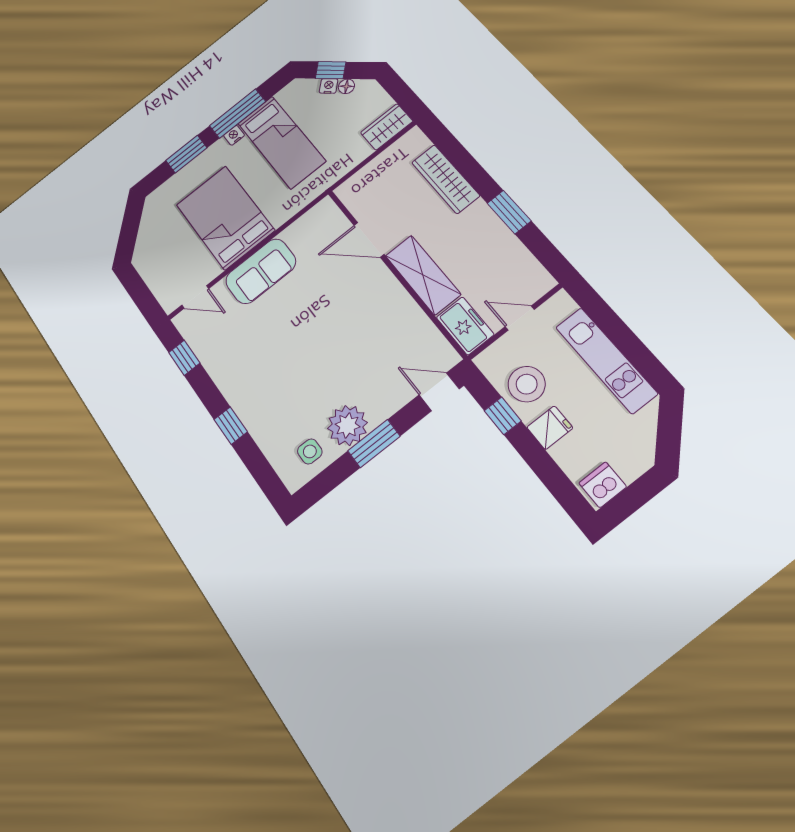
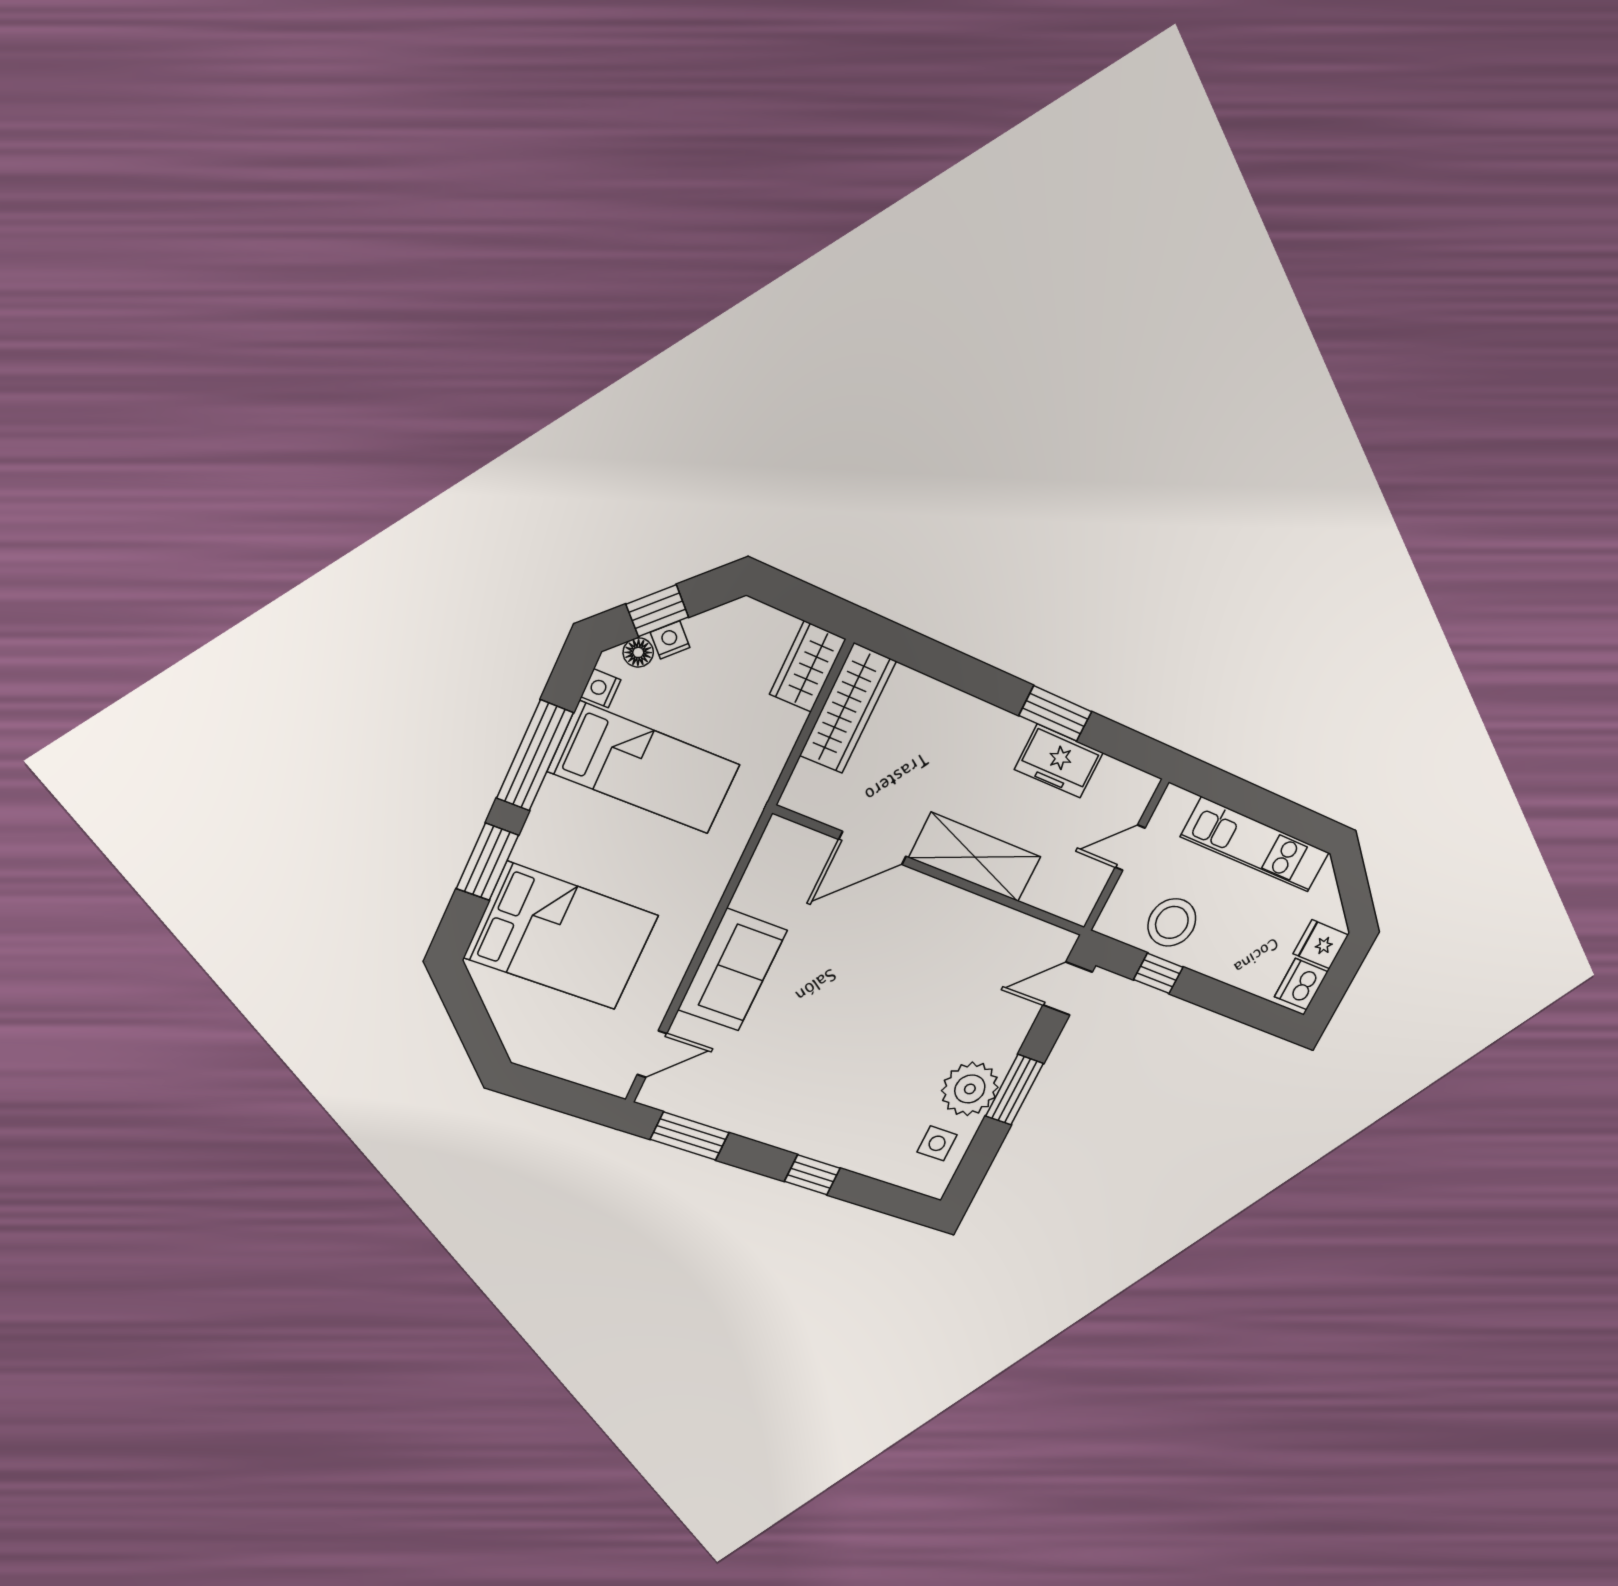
floor lamp: (346, 86) -> (638, 652), moved
nightstand: (234, 135) -> (601, 688), moved
wardrobe: (446, 179) -> (848, 708), moved, turned -90
bed: (225, 217) -> (562, 936), moved, turned 180
freezer: (465, 326) -> (1059, 761), moved, turned 180
window: (184, 358) -> (690, 1136), width x1.50
fridge: (550, 428) -> (1321, 944), moved, turned -90

